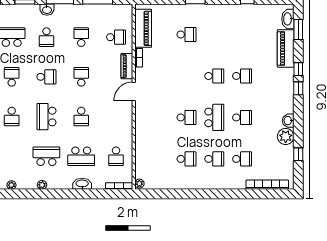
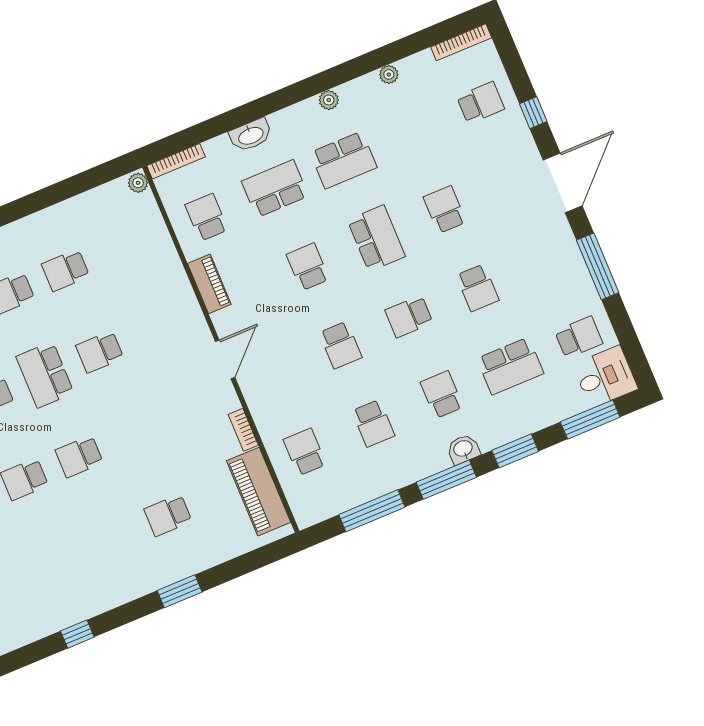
school desk: (116, 37) -> (305, 452), turned 90
piano: (127, 66) -> (209, 284), moved

